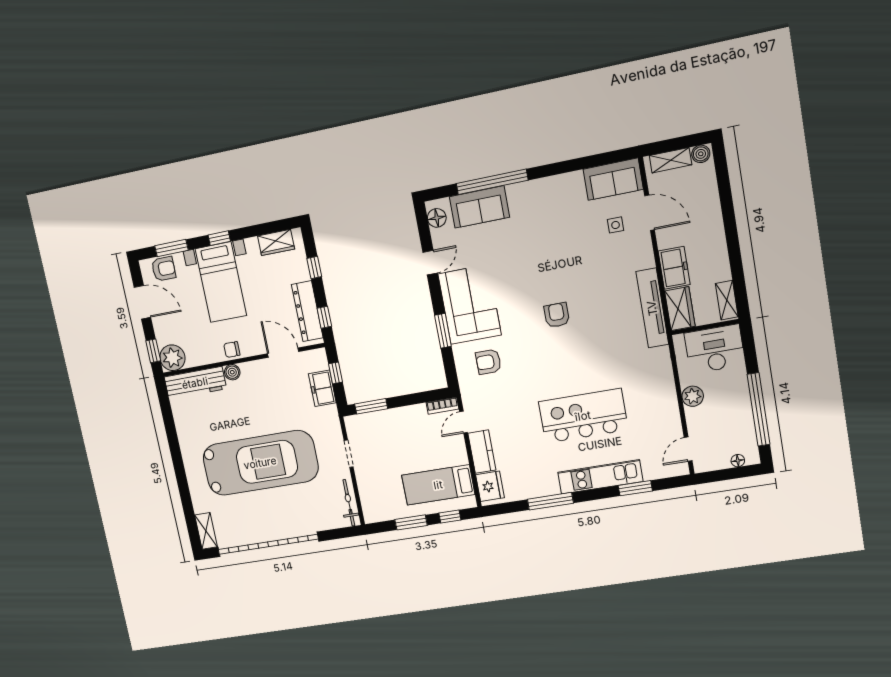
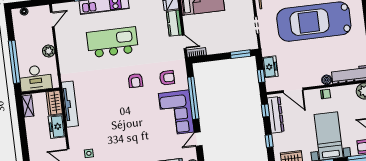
armchair: (557, 315) -> (135, 81), moved
window: (443, 331) -> (193, 98), width x2.11
window: (758, 409) -> (14, 62), moved
kitchen island: (583, 416) -> (112, 42), turned 180
door: (464, 422) -> (184, 42), hinge flipped

